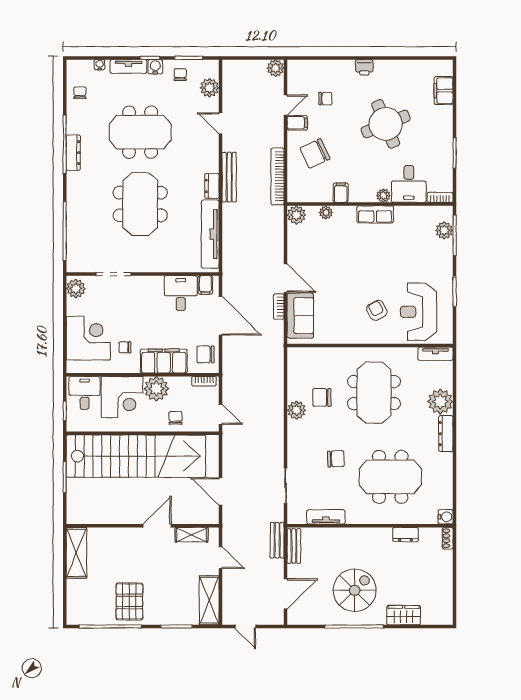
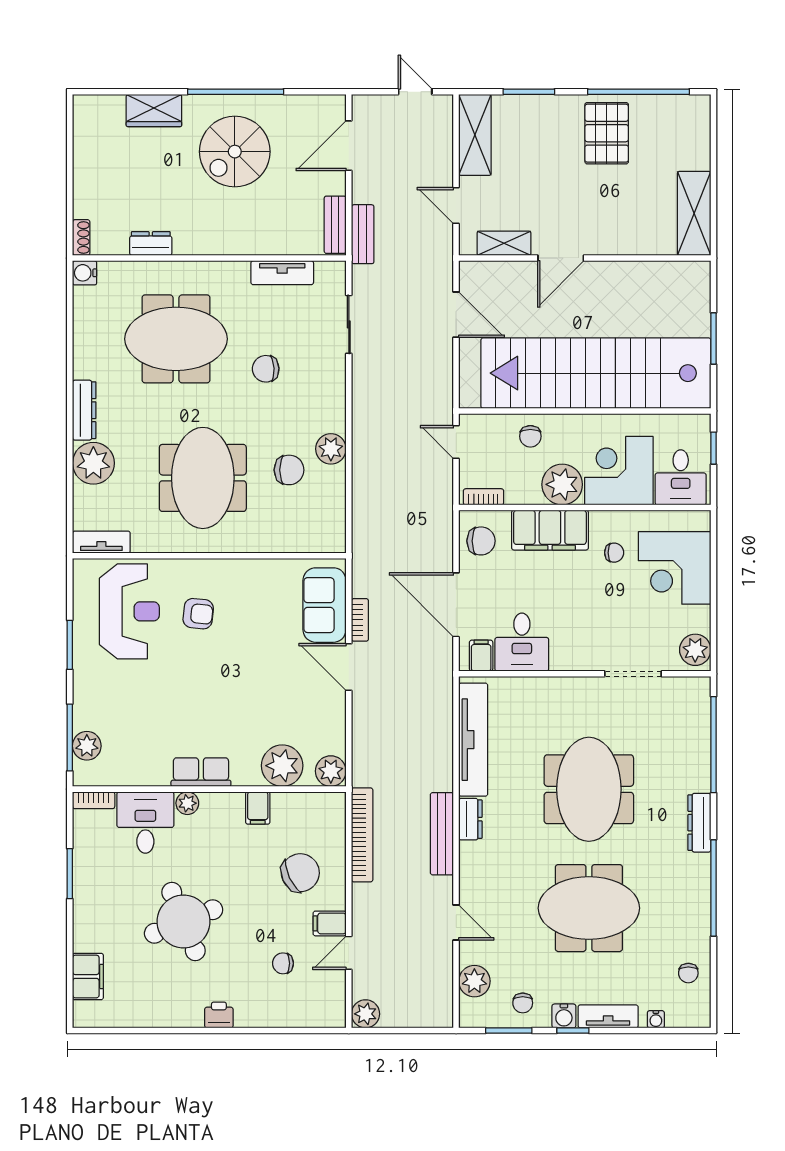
dresser: (73, 153) -> (699, 823), moved
plant: (326, 212) -> (282, 766), width x1.88, depth x1.88
armchair: (377, 310) -> (198, 614), turned -56

